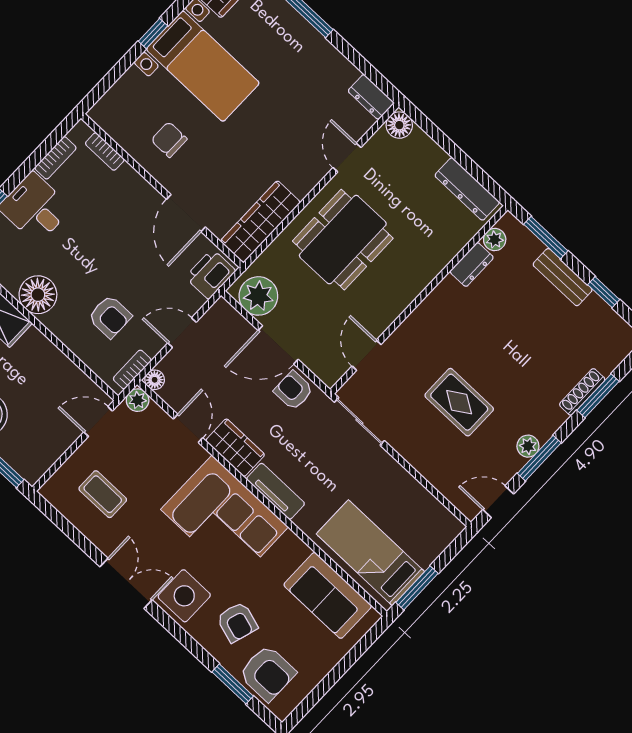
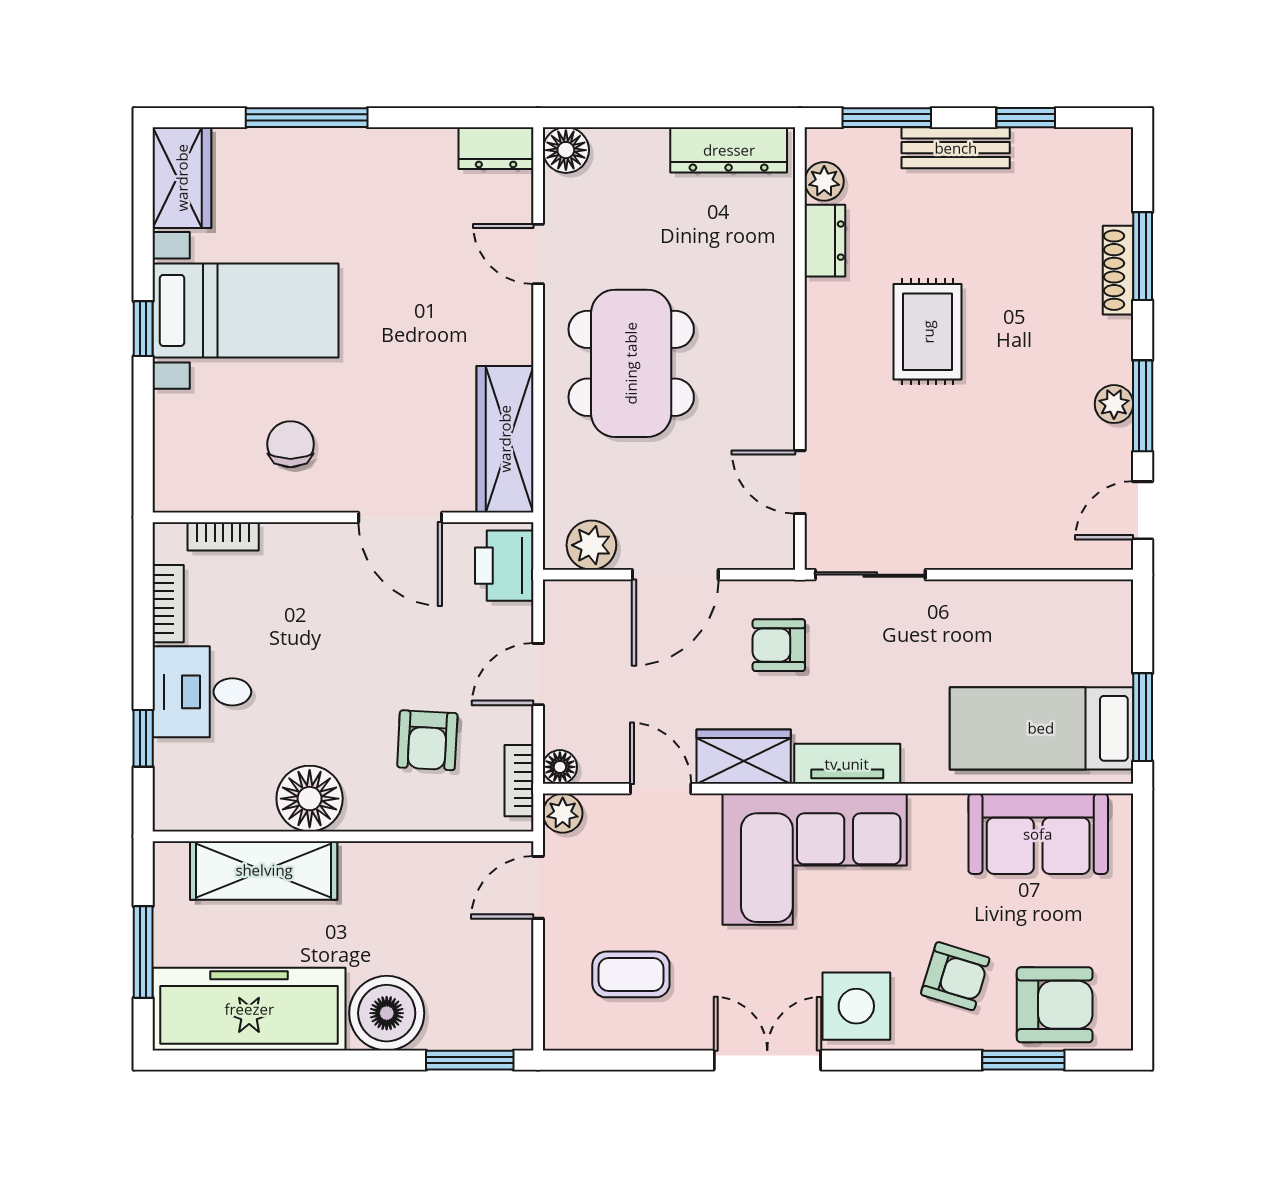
chair: (169, 140) -> (291, 444), turned 90
plant: (258, 296) -> (591, 545), width x0.73, depth x0.73
armchair: (110, 317) -> (427, 740), turned 93
armchair: (293, 391) -> (779, 645), moved
rug: (459, 402) -> (928, 332), moved, turned 90

